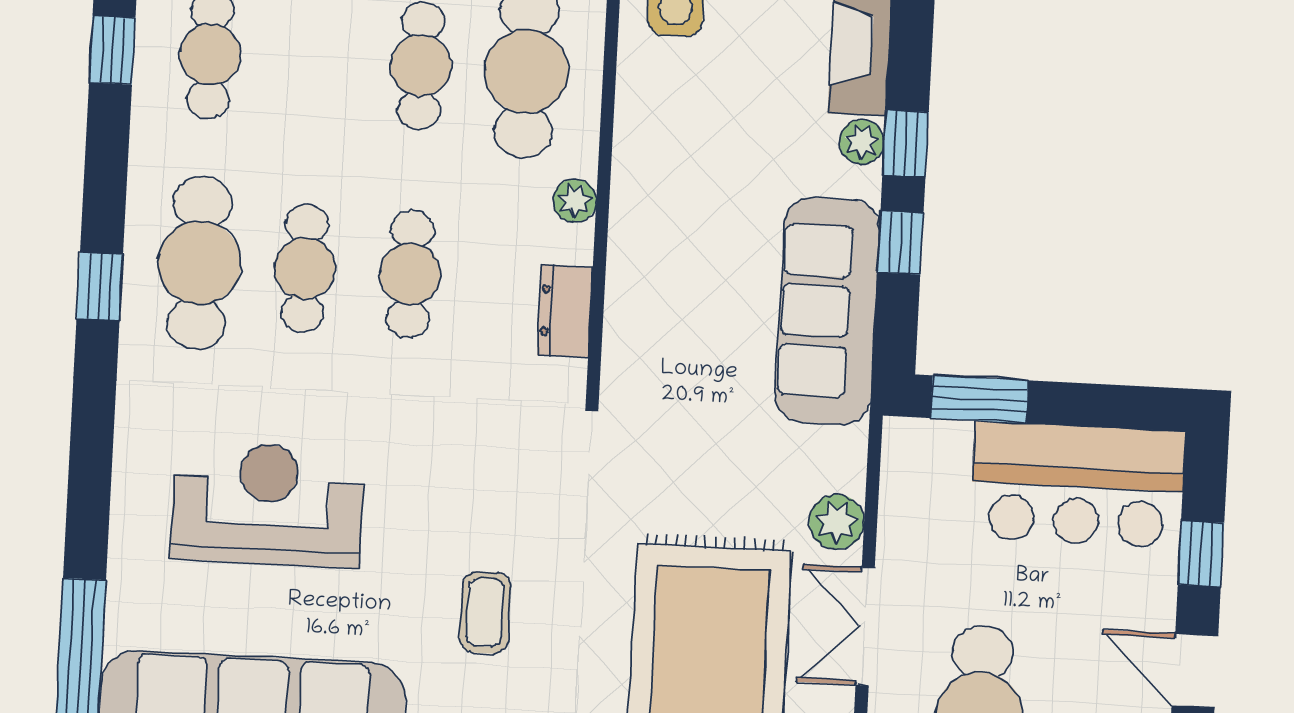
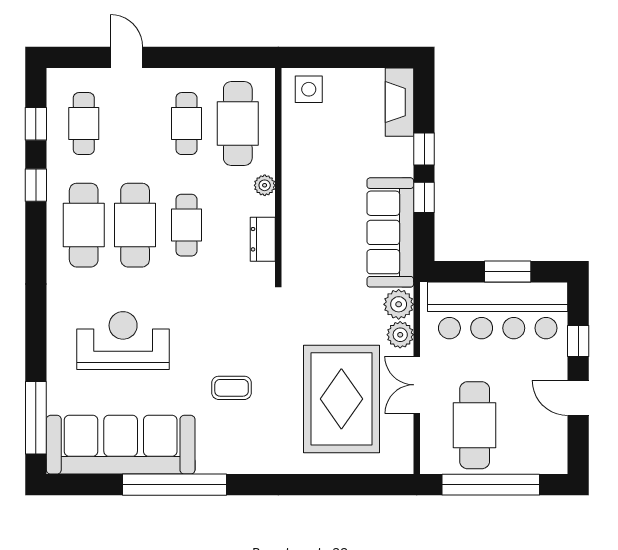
plant: (862, 142) -> (399, 304), moved, width x1.38, depth x1.38
cafe table: (305, 268) -> (135, 225), width x1.37, depth x1.35
window: (100, 286) -> (36, 185), moved
window: (979, 399) -> (508, 271), moved
bar counter: (1078, 484) -> (498, 310), width x1.36
coffee table: (485, 613) -> (232, 388), turned 90

